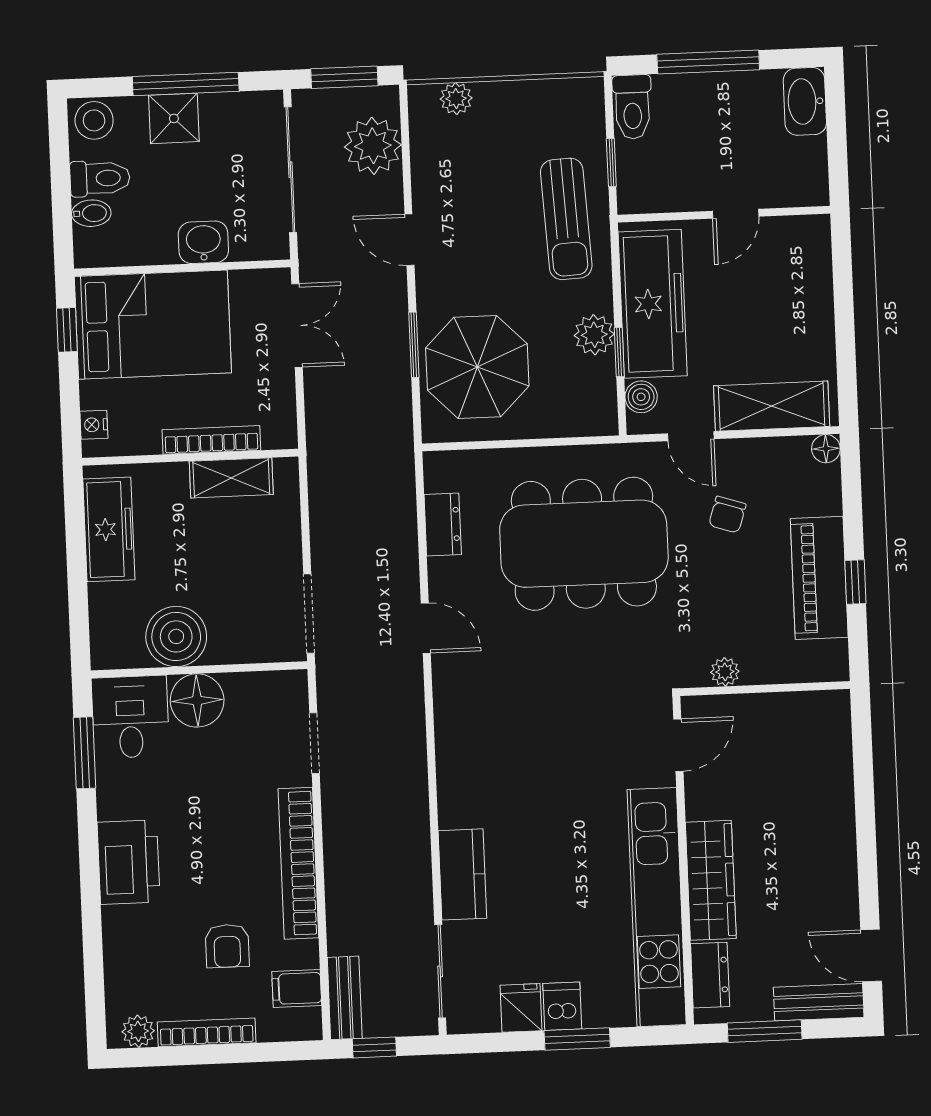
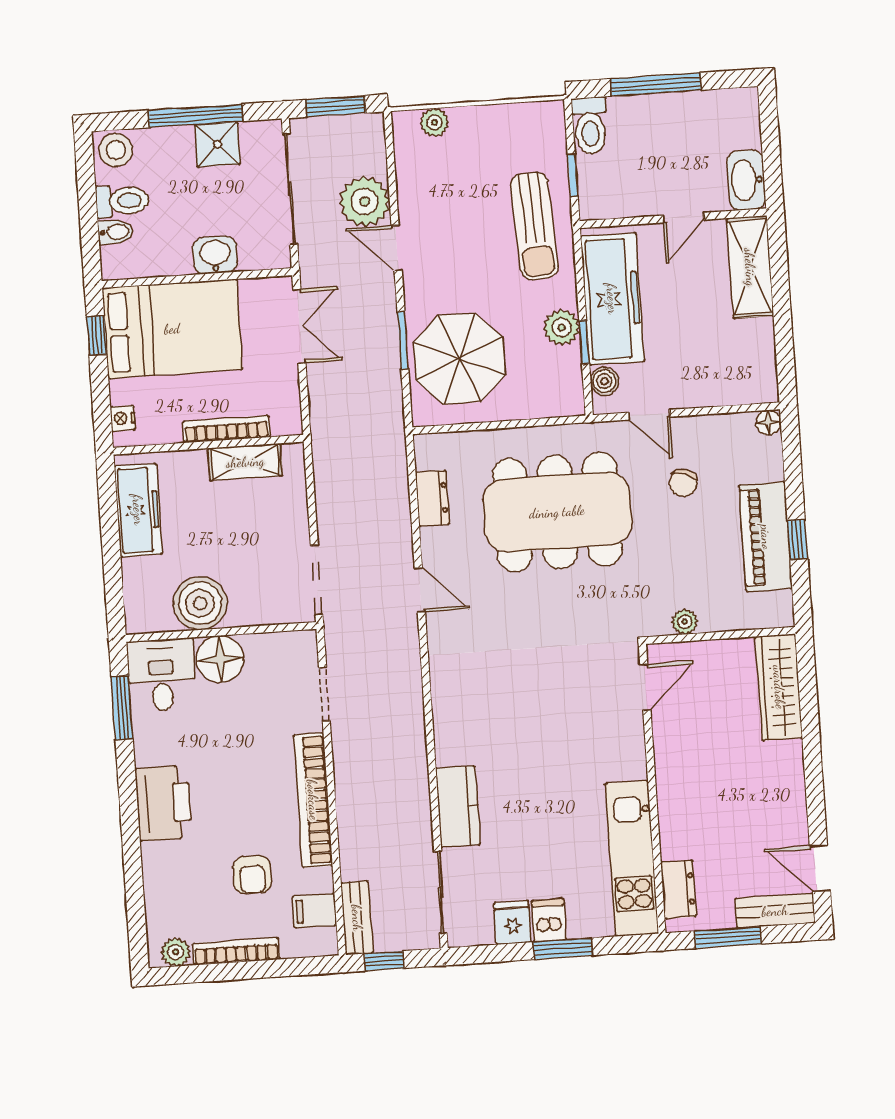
washbasin: (805, 101) -> (746, 180), moved
shower: (174, 118) -> (217, 144), moved
plant: (373, 146) -> (365, 202), moved
shelving: (772, 406) -> (750, 267), moved, turned 90
wardrobe: (711, 880) -> (779, 687), moved, turned 180
kitchen unit: (657, 907) -> (632, 858), width x0.73

